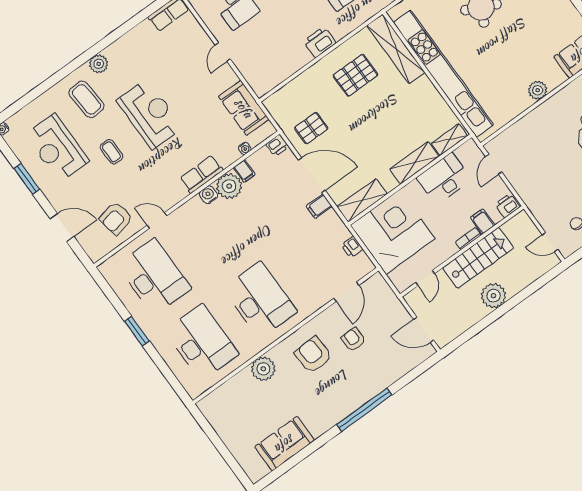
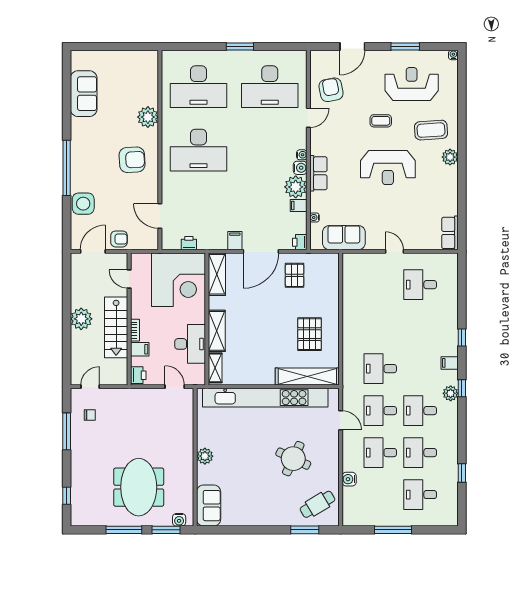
printer: (320, 42) -> (352, 326), removed
water cooler: (195, 202) -> (302, 155), added
armchair: (353, 339) -> (119, 239), moved
side table: (386, 371) -> (83, 204), added

